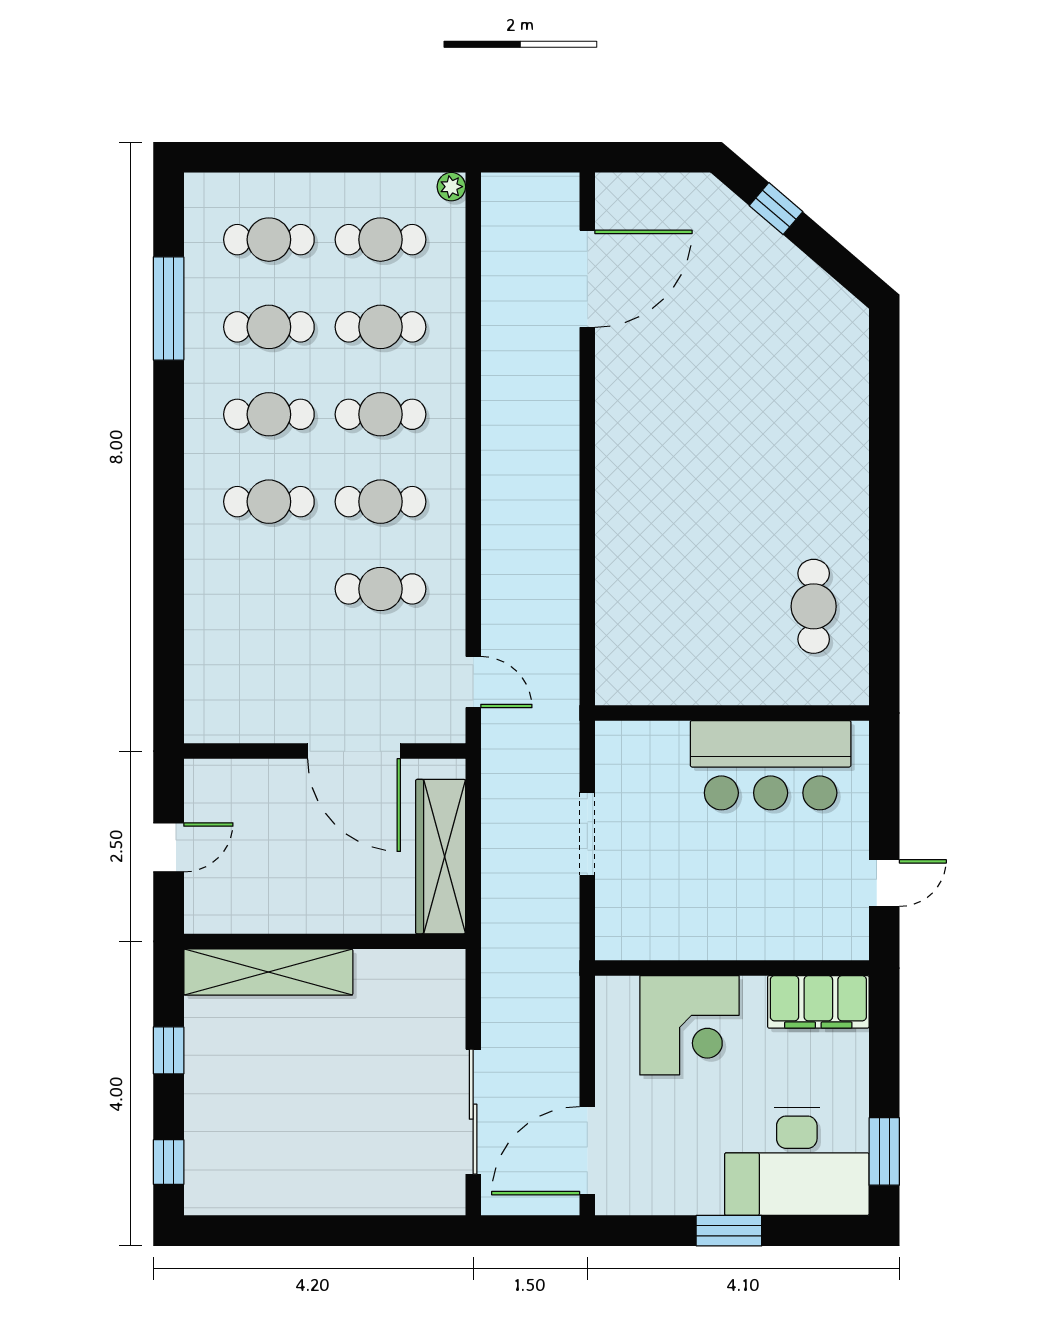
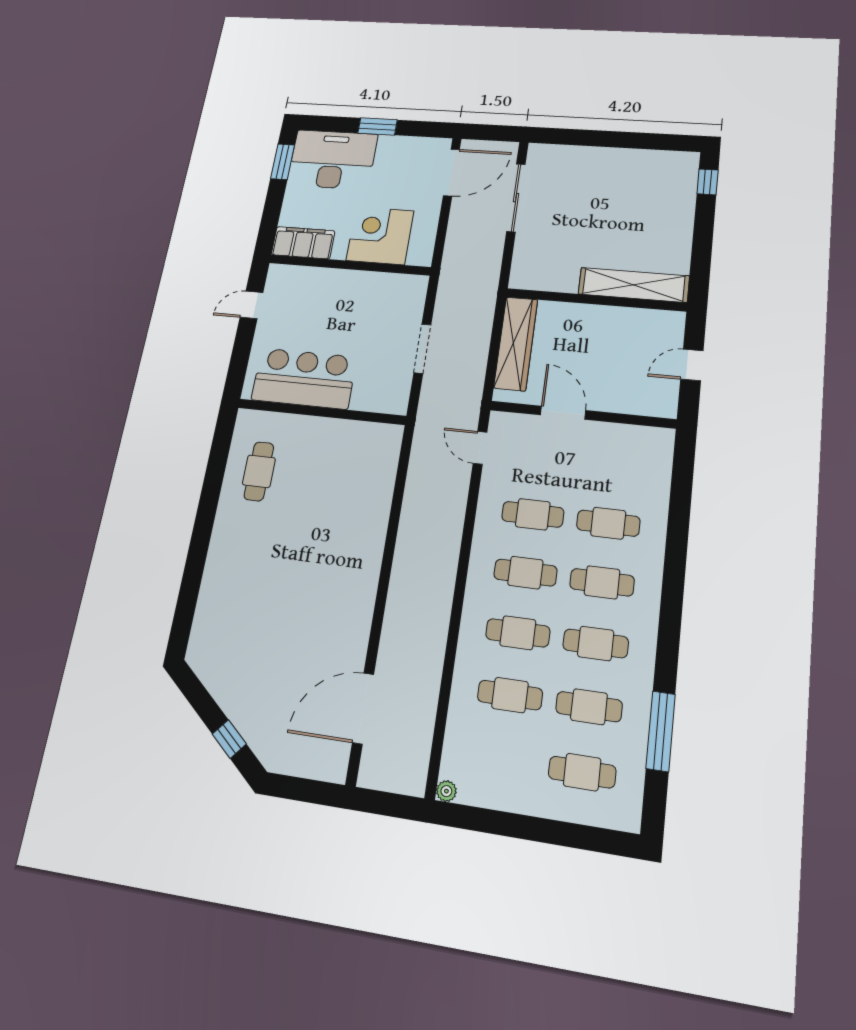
cafe table: (380, 240) -> (608, 523), moved
door: (354, 751) -> (563, 413), width x0.73
window: (169, 1050) -> (702, 244), removed

